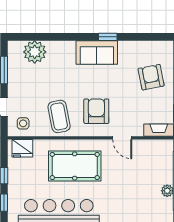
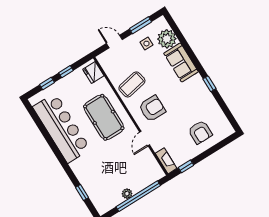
sofa: (97, 52) -> (181, 63), moved
armchair: (151, 77) -> (200, 132), turned 101
side table: (23, 123) -> (146, 44), moved

